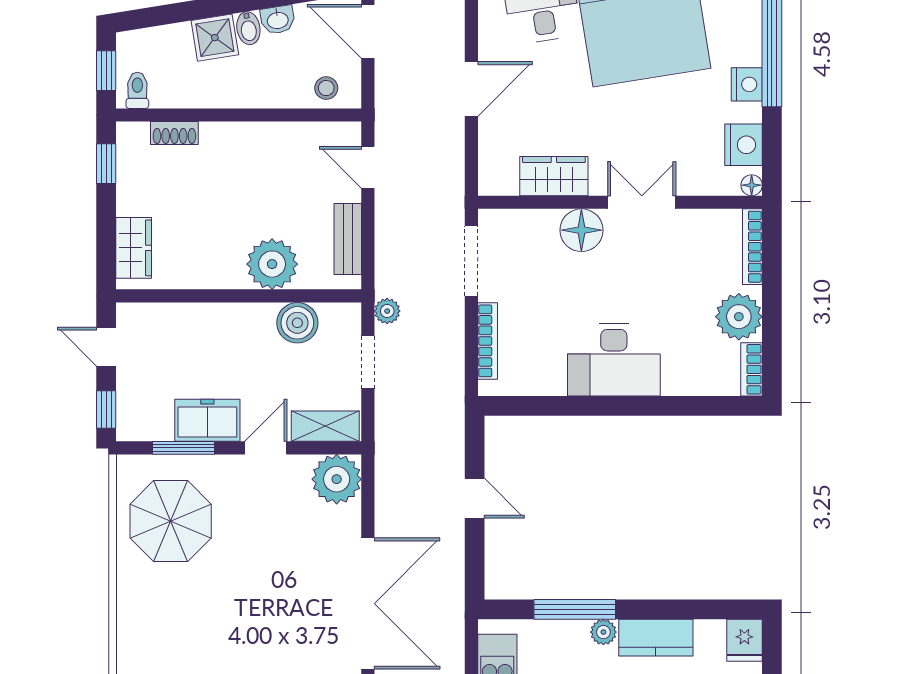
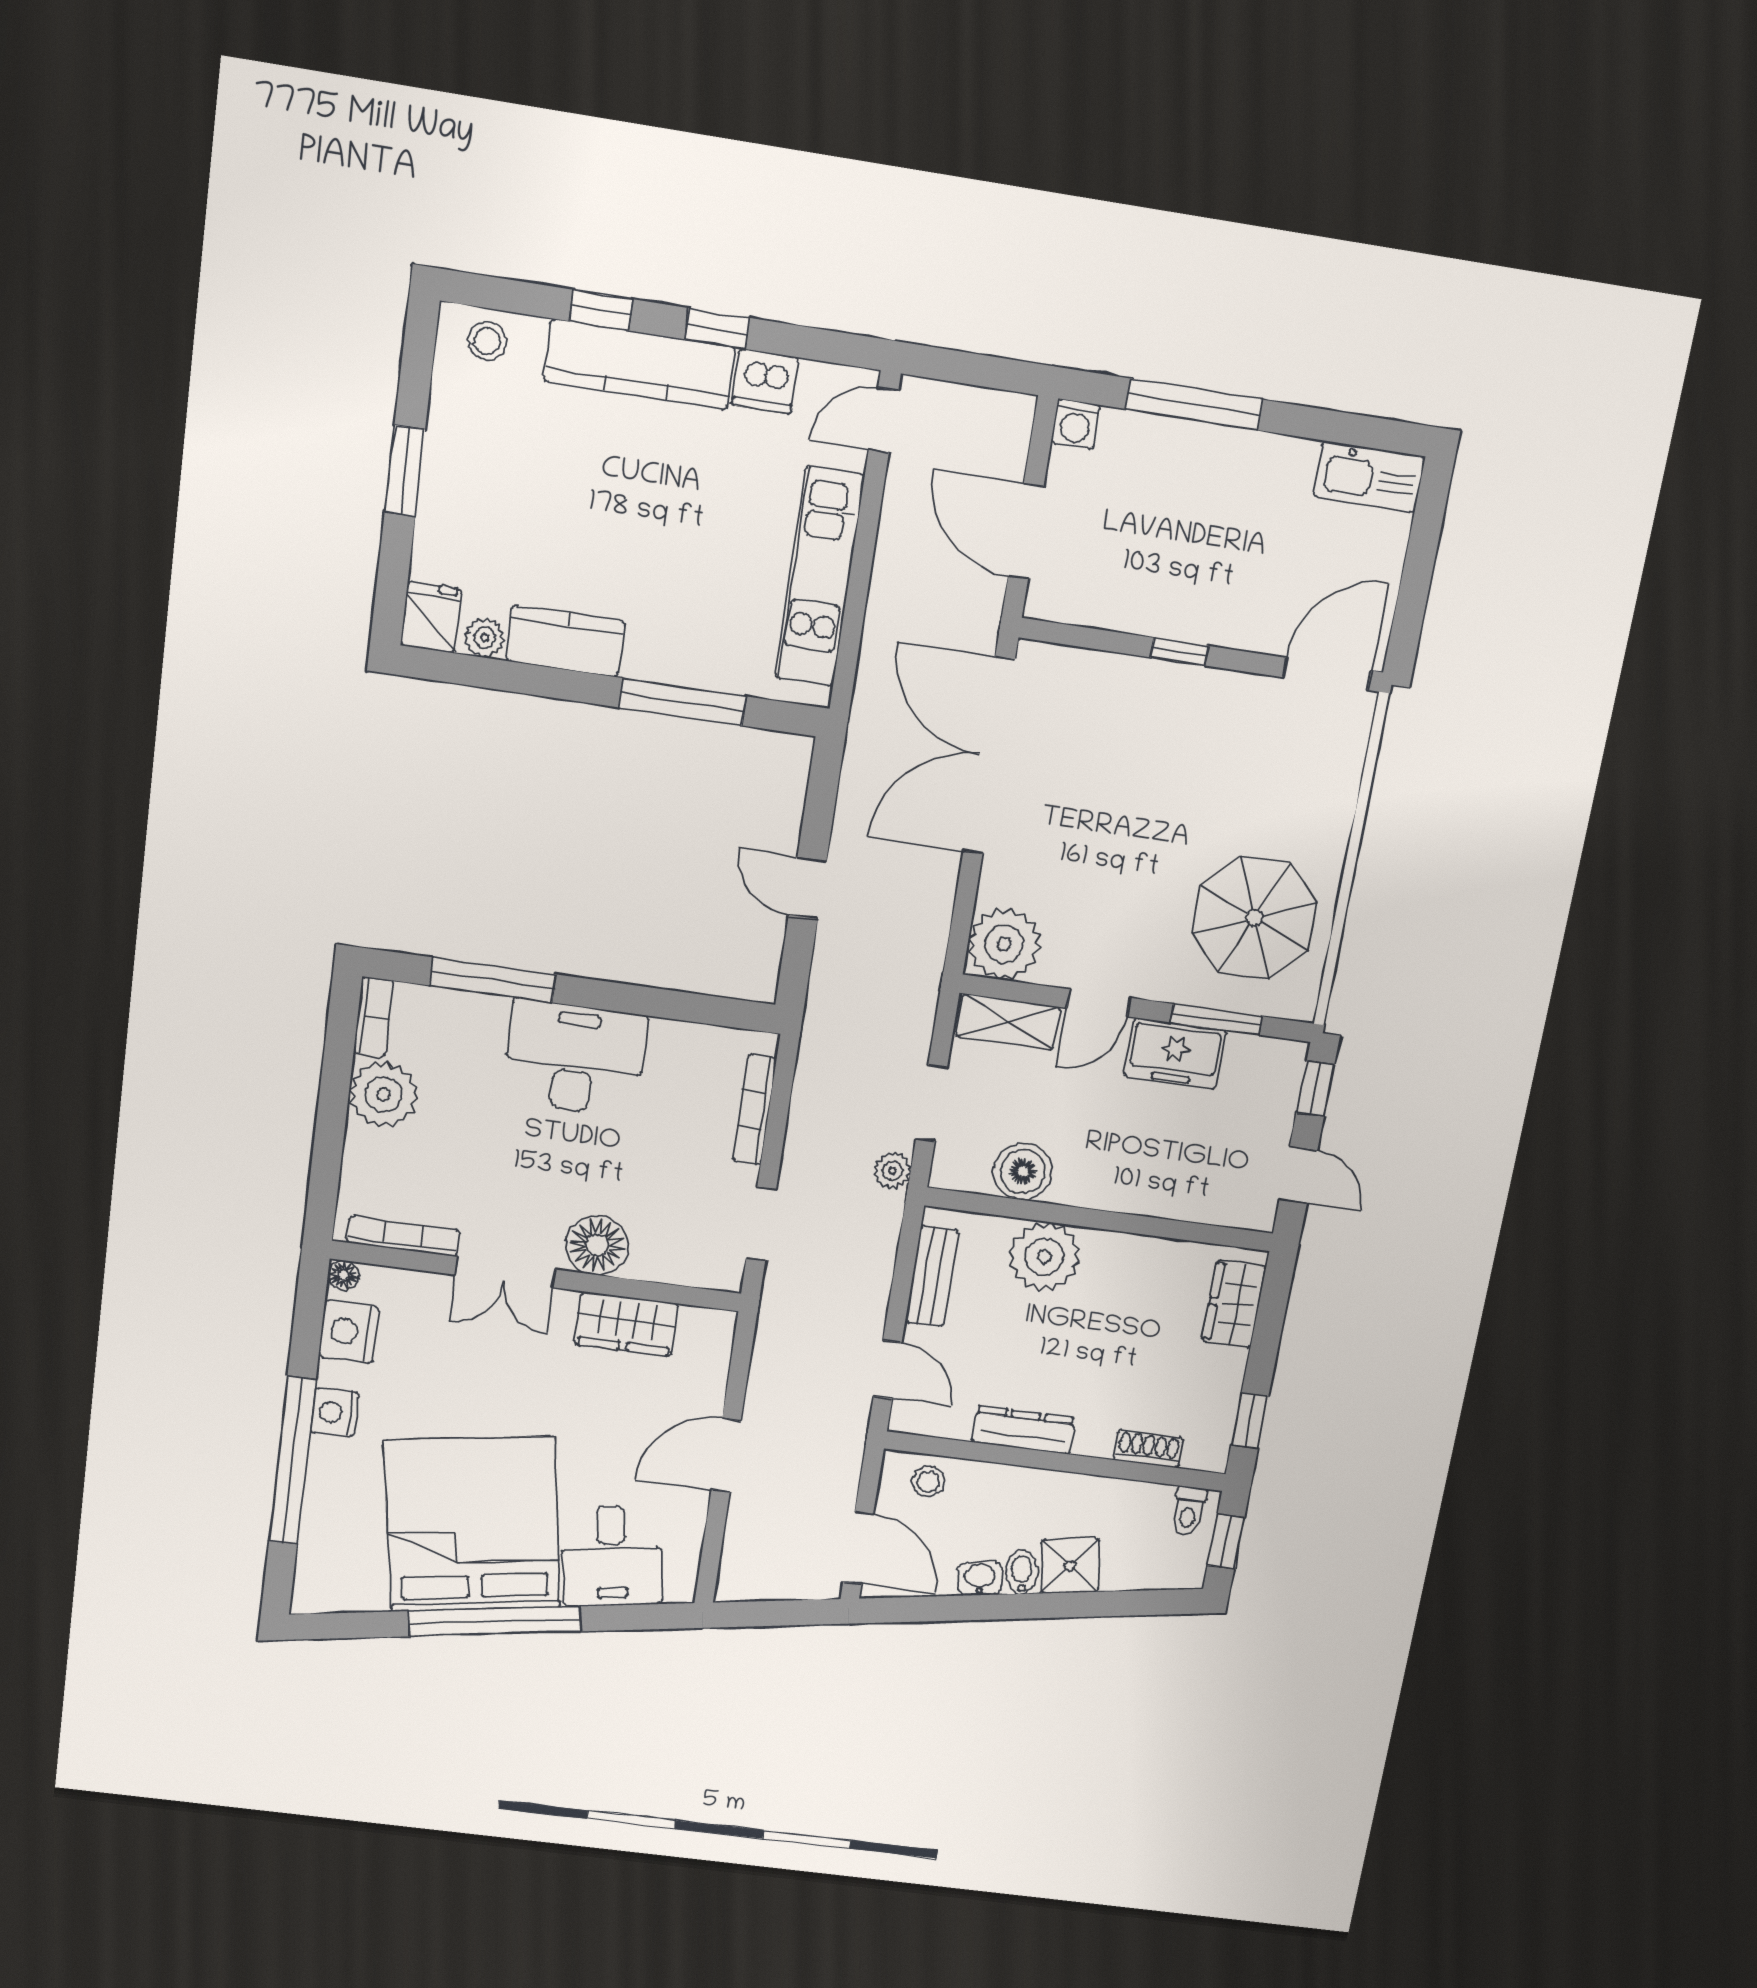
dresser: (265, 135) -> (1023, 1430), added
bookcase: (752, 247) -> (403, 1236), moved, turned -90
doorway: (471, 261) -> (761, 1224), width x0.73
window: (676, 406) -> (492, 980), added
plant: (603, 632) -> (485, 638), moved

